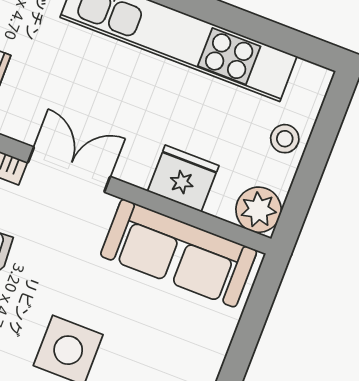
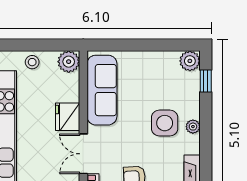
fridge: (183, 178) -> (68, 117), moved

